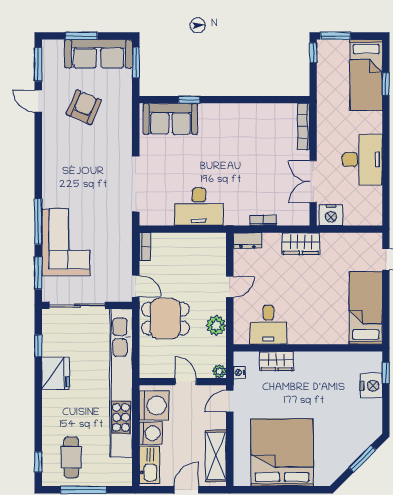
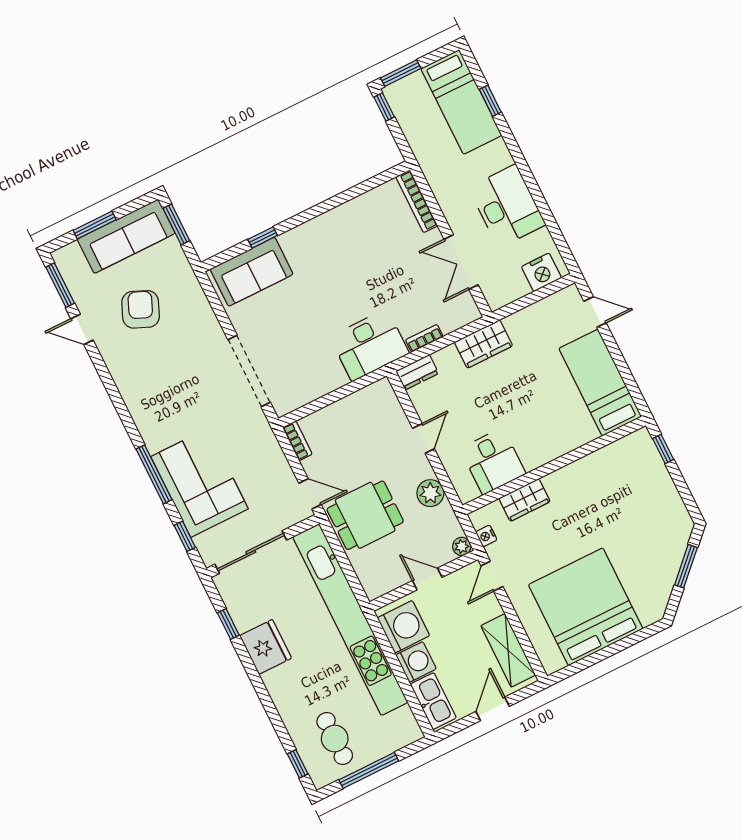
desk: (199, 207) -> (370, 345), moved
nightstand: (331, 215) -> (541, 272), moved
window: (38, 273) -> (185, 536), width x0.67
nightstand: (371, 386) -> (653, 473), removed

